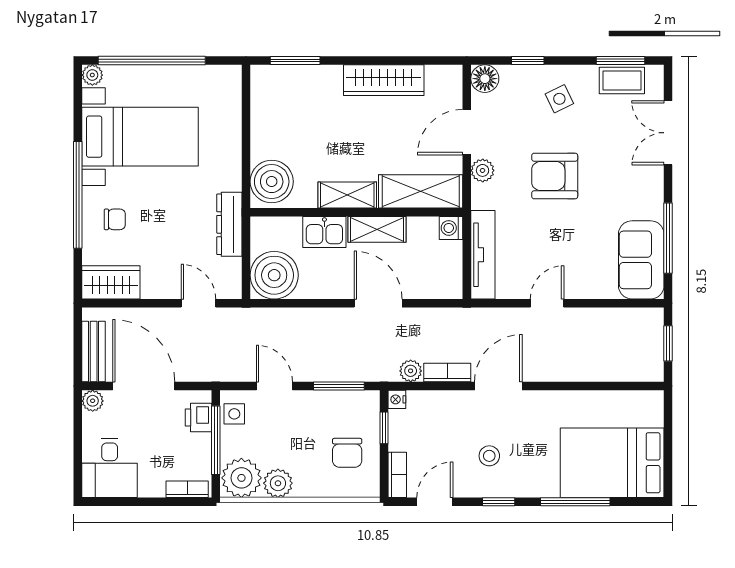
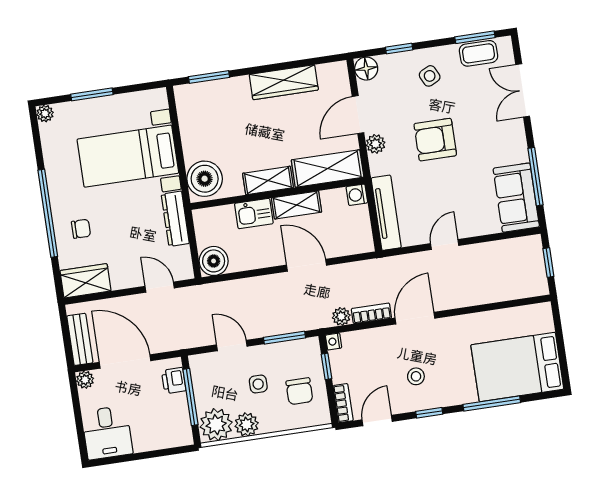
window: (152, 61) -> (92, 94), width x0.47
bed with nightstands: (140, 137) -> (128, 156), moved, turned 180
boiler: (274, 275) -> (214, 261), width x0.73, depth x0.73
side table: (234, 414) -> (258, 384), moved
bookcase: (187, 489) -> (173, 441), removed

